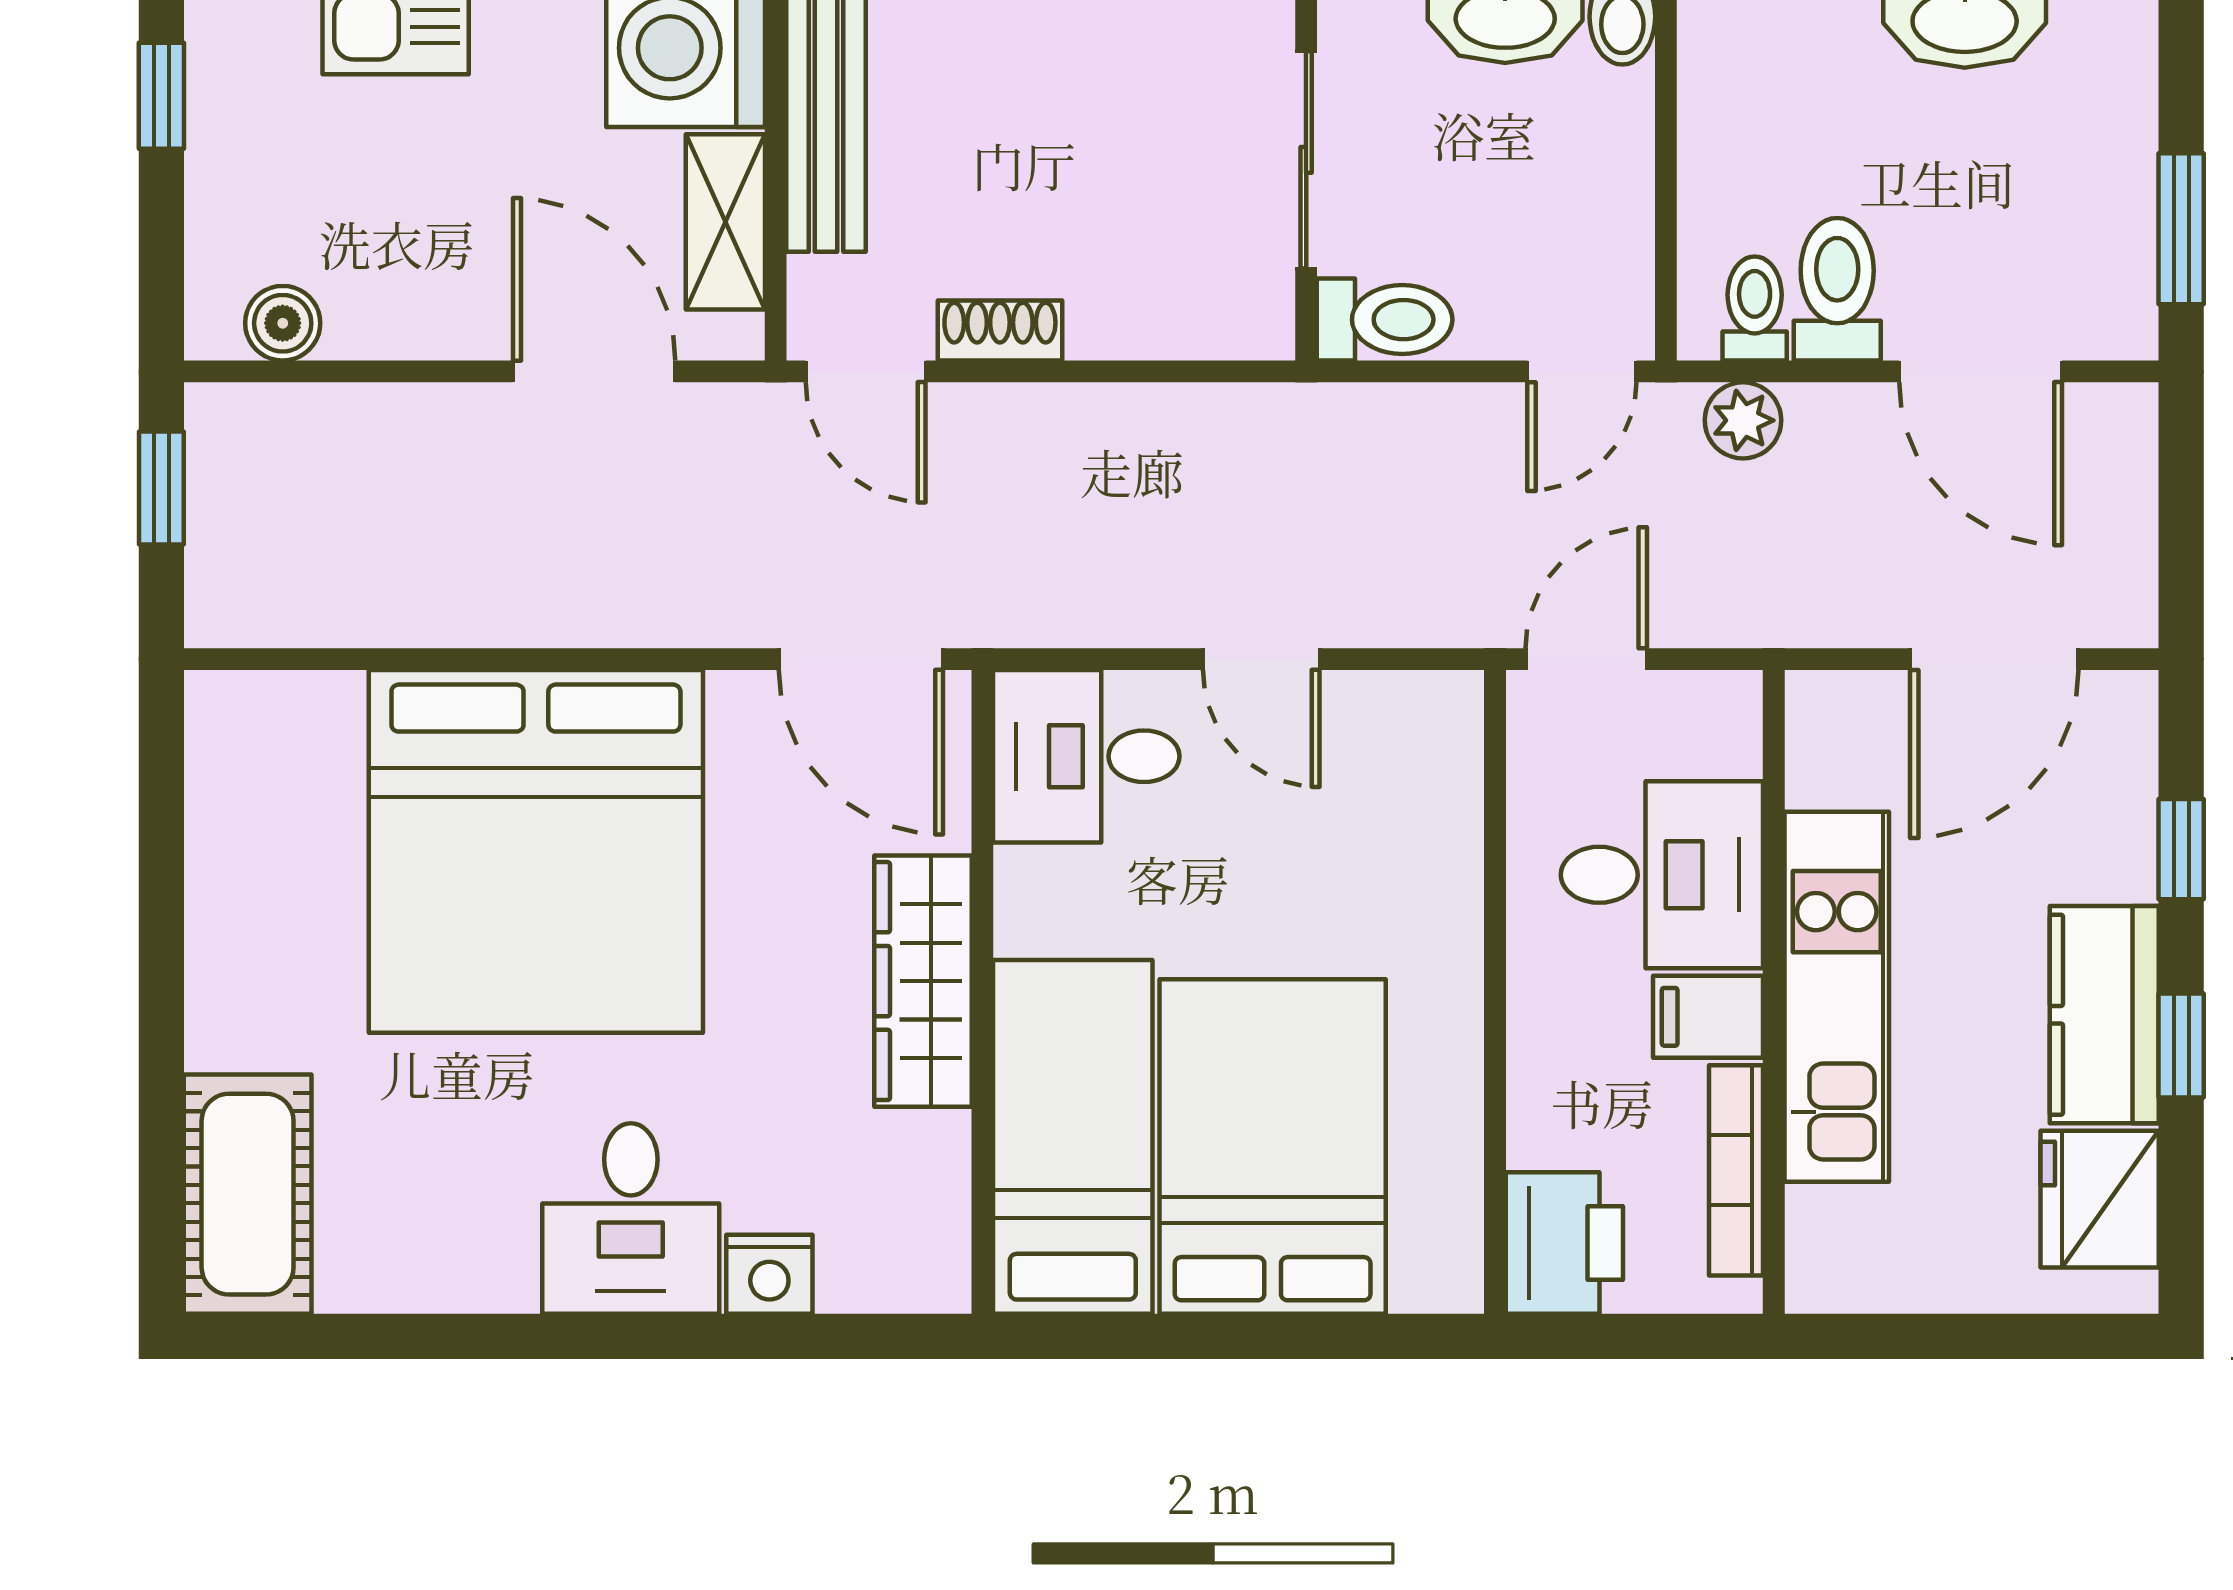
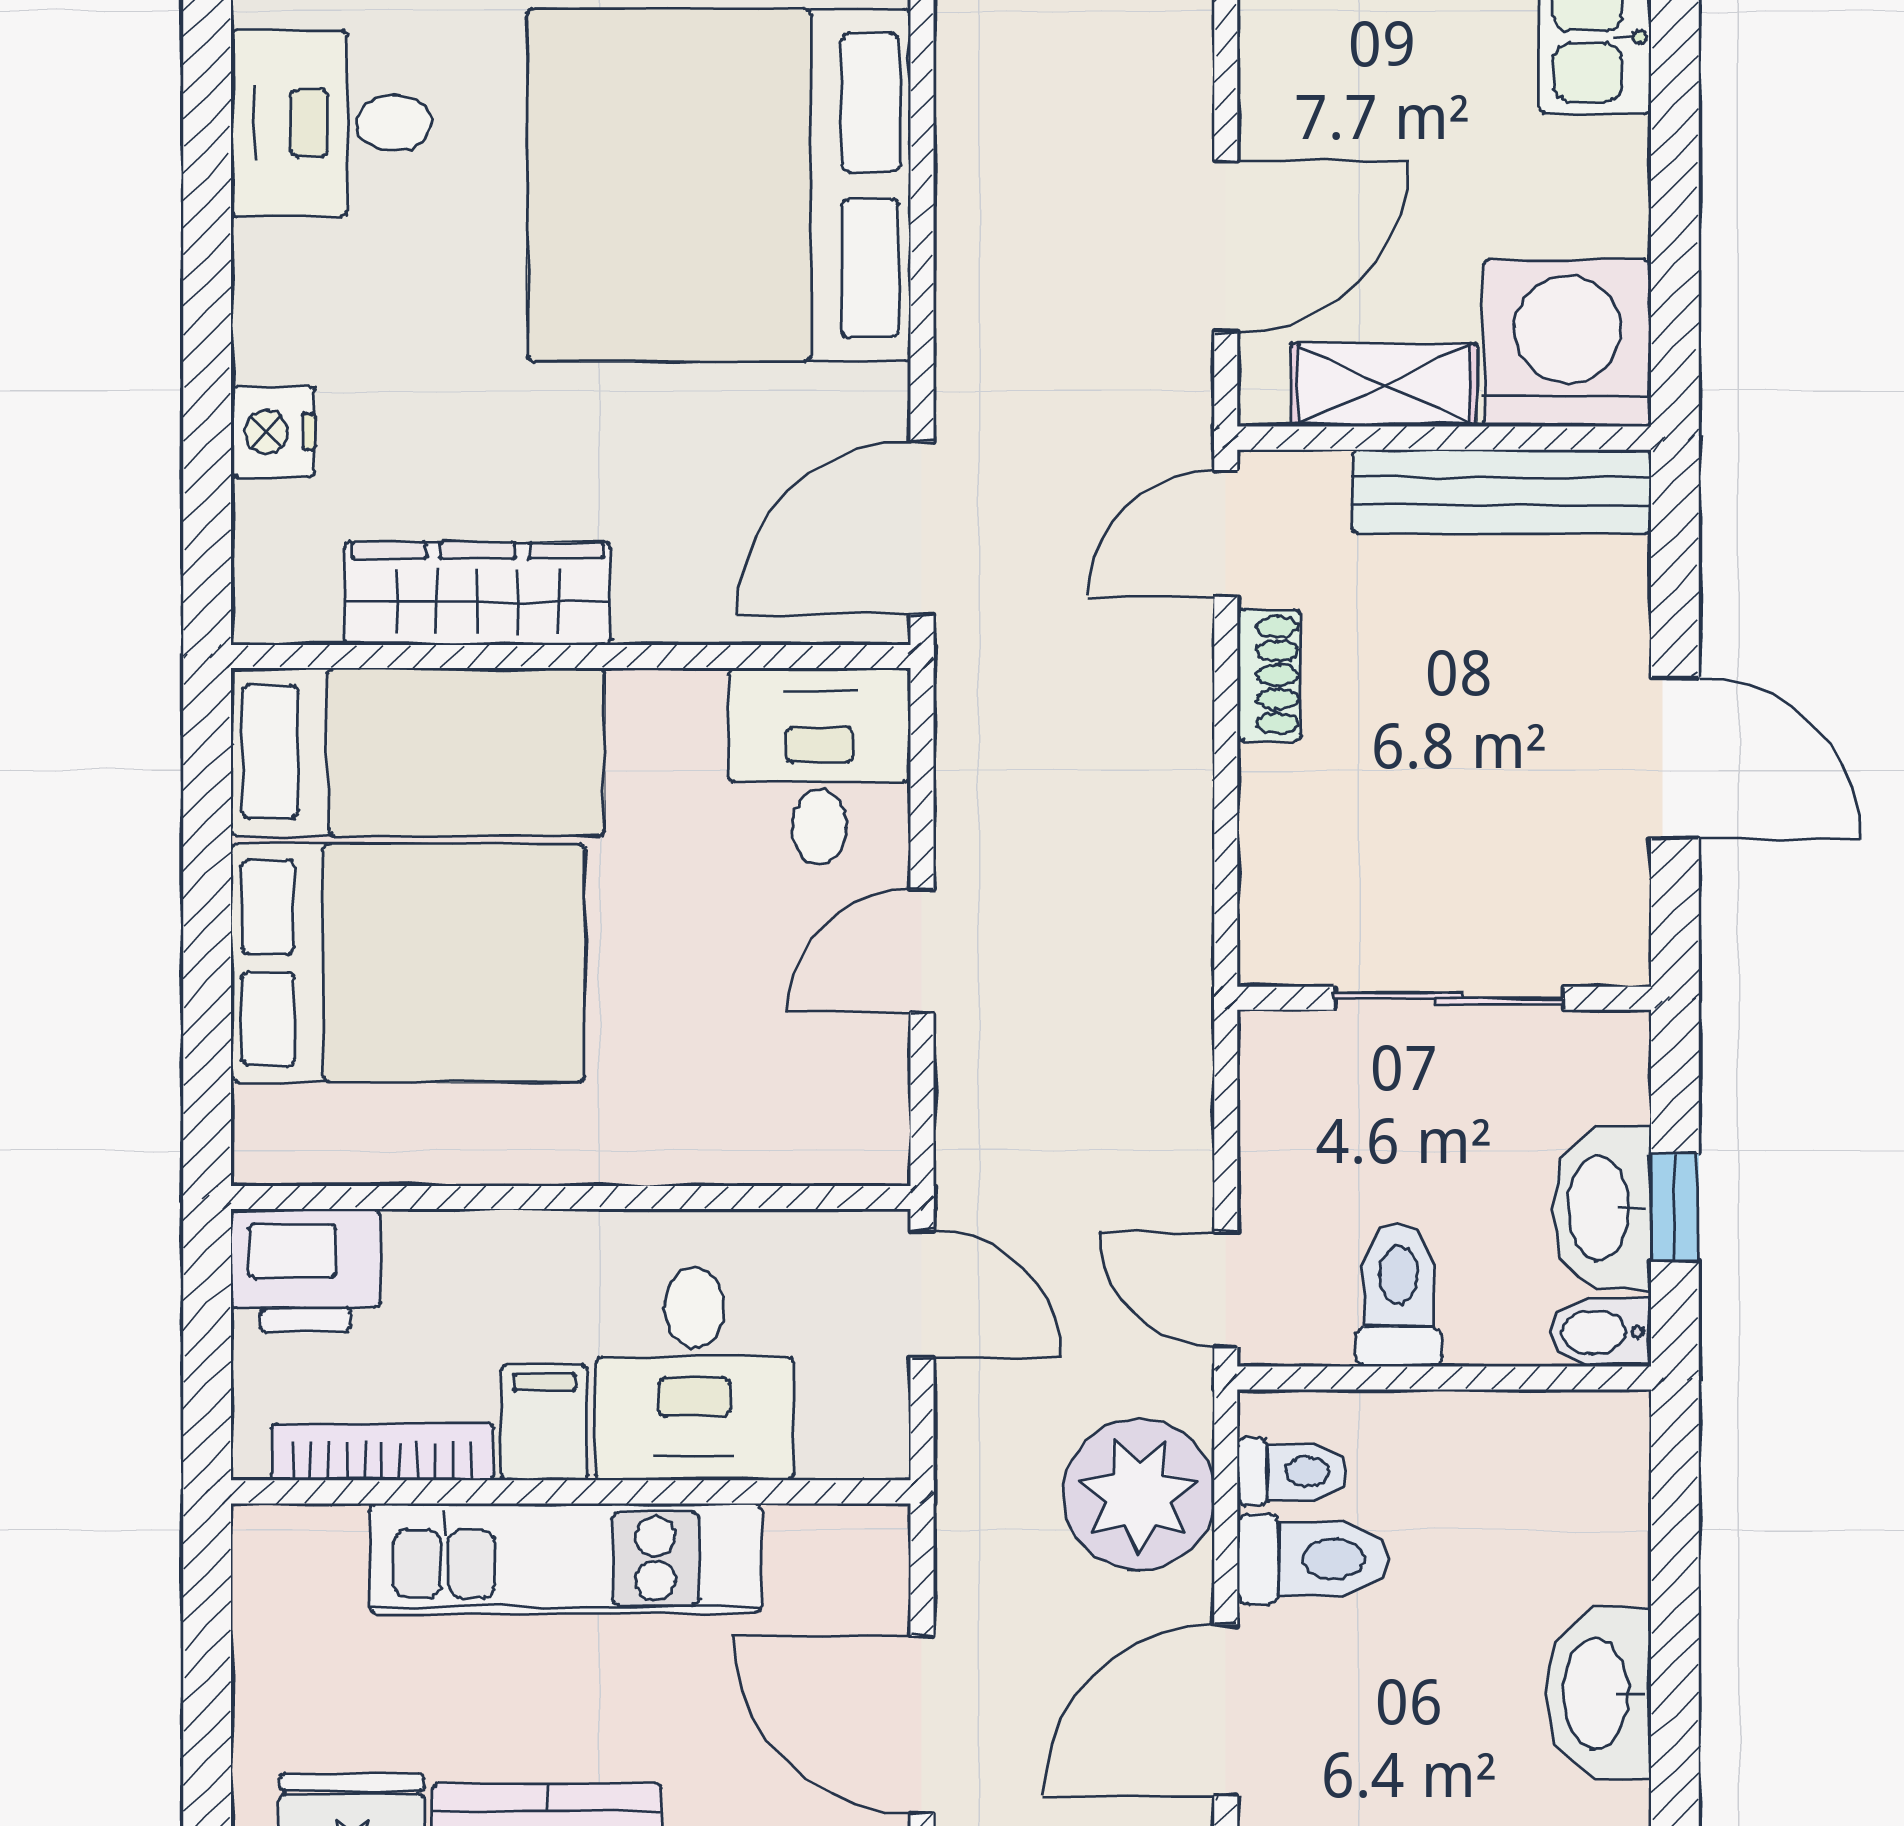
toilet: (1385, 320) -> (1399, 1295), moved, turned 180
plant: (1743, 420) -> (1139, 1495), width x1.87, depth x1.87
wardrobe: (923, 981) -> (478, 594), moved
desk: (631, 1219) -> (331, 123), moved

